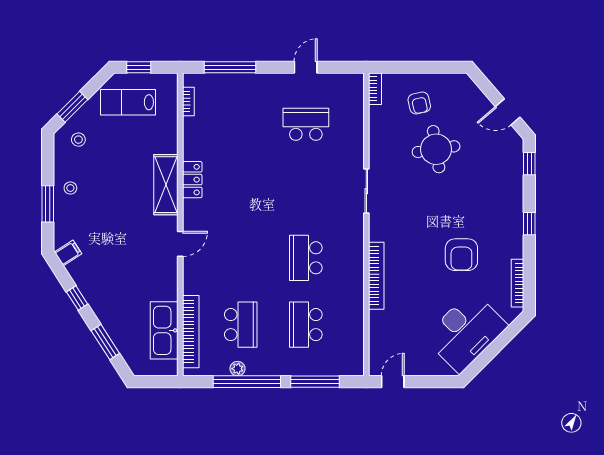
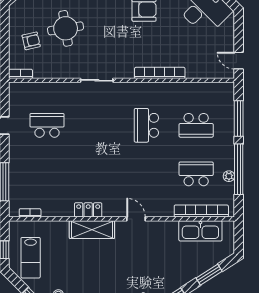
school desk: (306, 124) -> (47, 125), turned 90
school desk: (306, 258) -> (146, 125), turned 90

